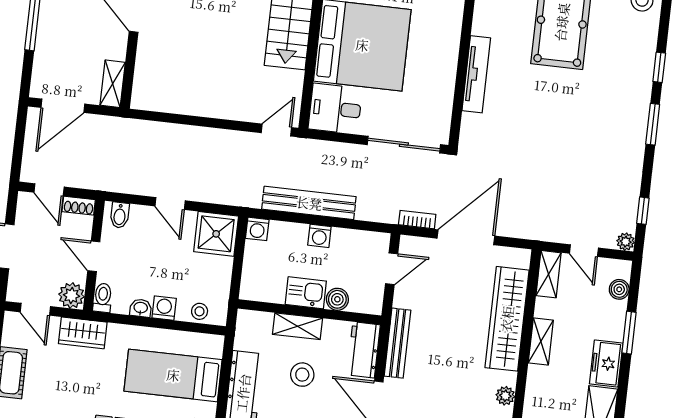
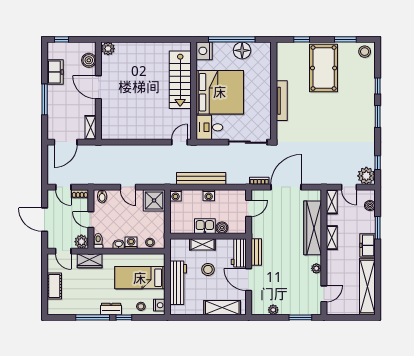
plant: (626, 242) -> (366, 176), width x1.88, depth x1.88
bench: (398, 343) -> (256, 252), width x0.73

